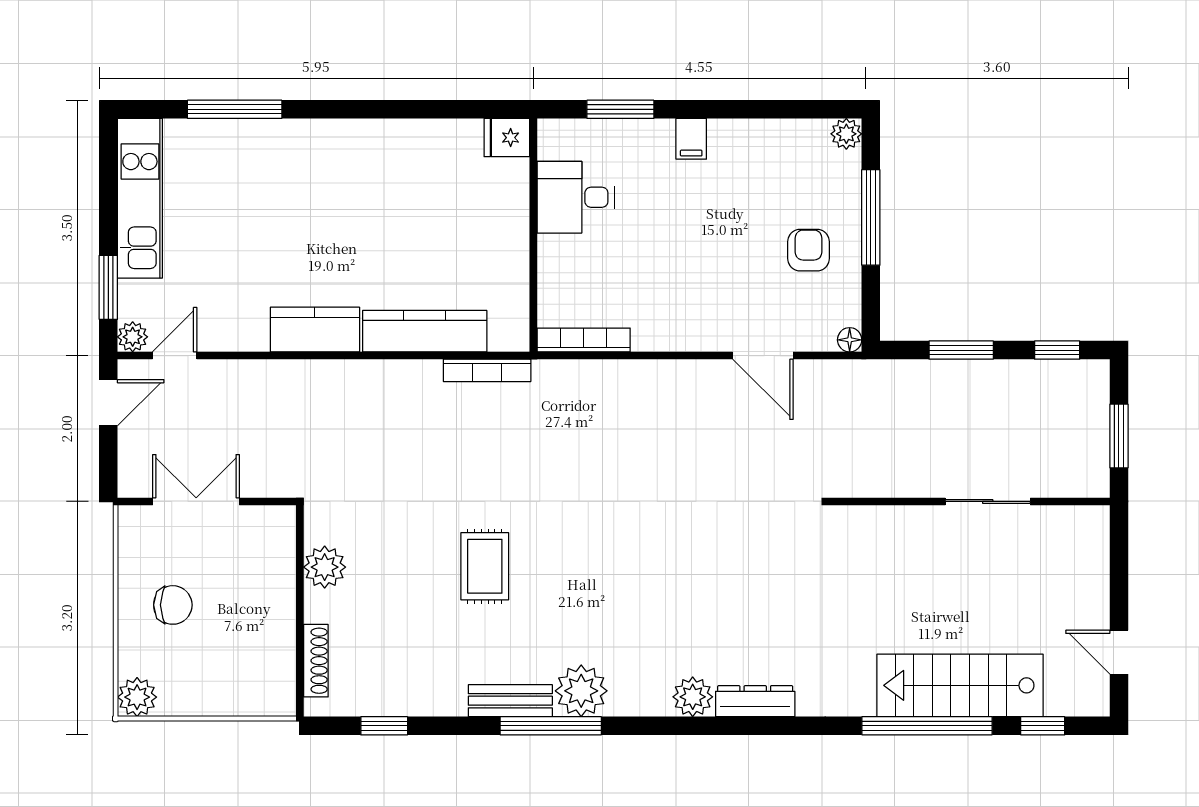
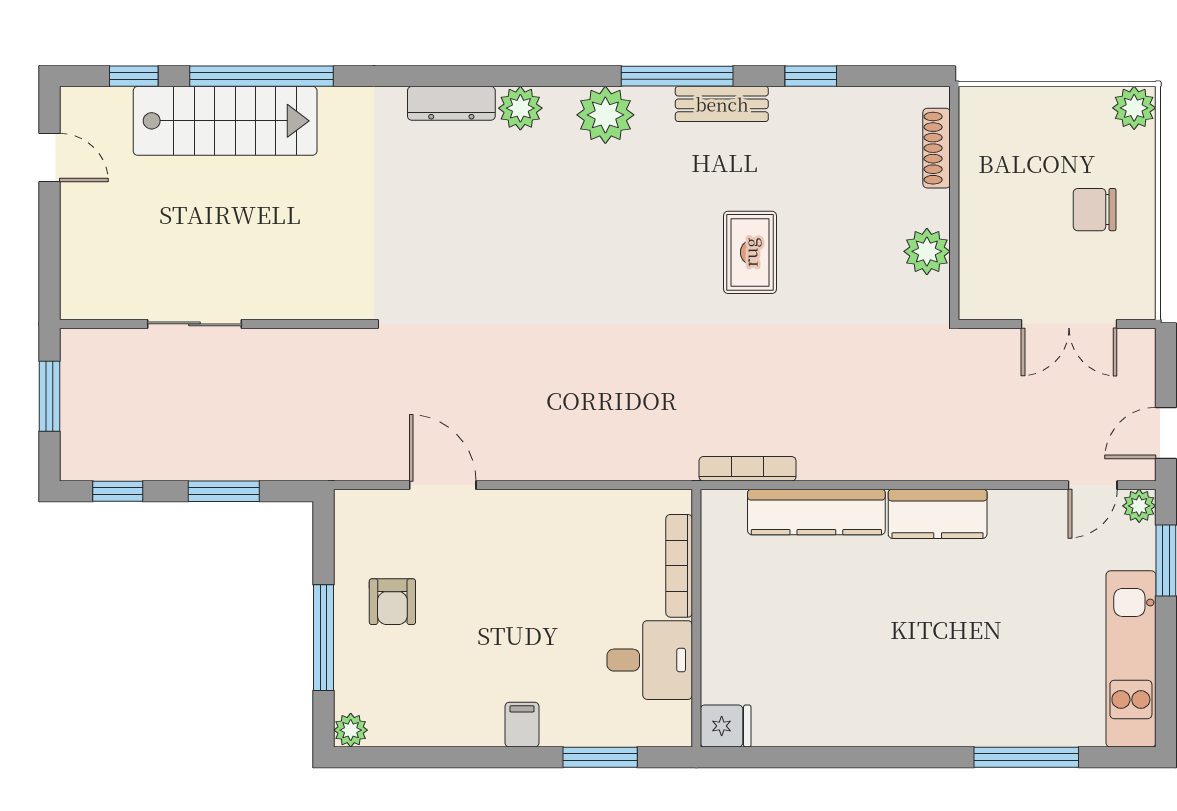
bookcase: (584, 340) -> (679, 566), moved, turned 90
floor lamp: (850, 340) -> (347, 503), removed
plant: (581, 691) -> (605, 115), moved
window: (384, 726) -> (811, 76), moved

